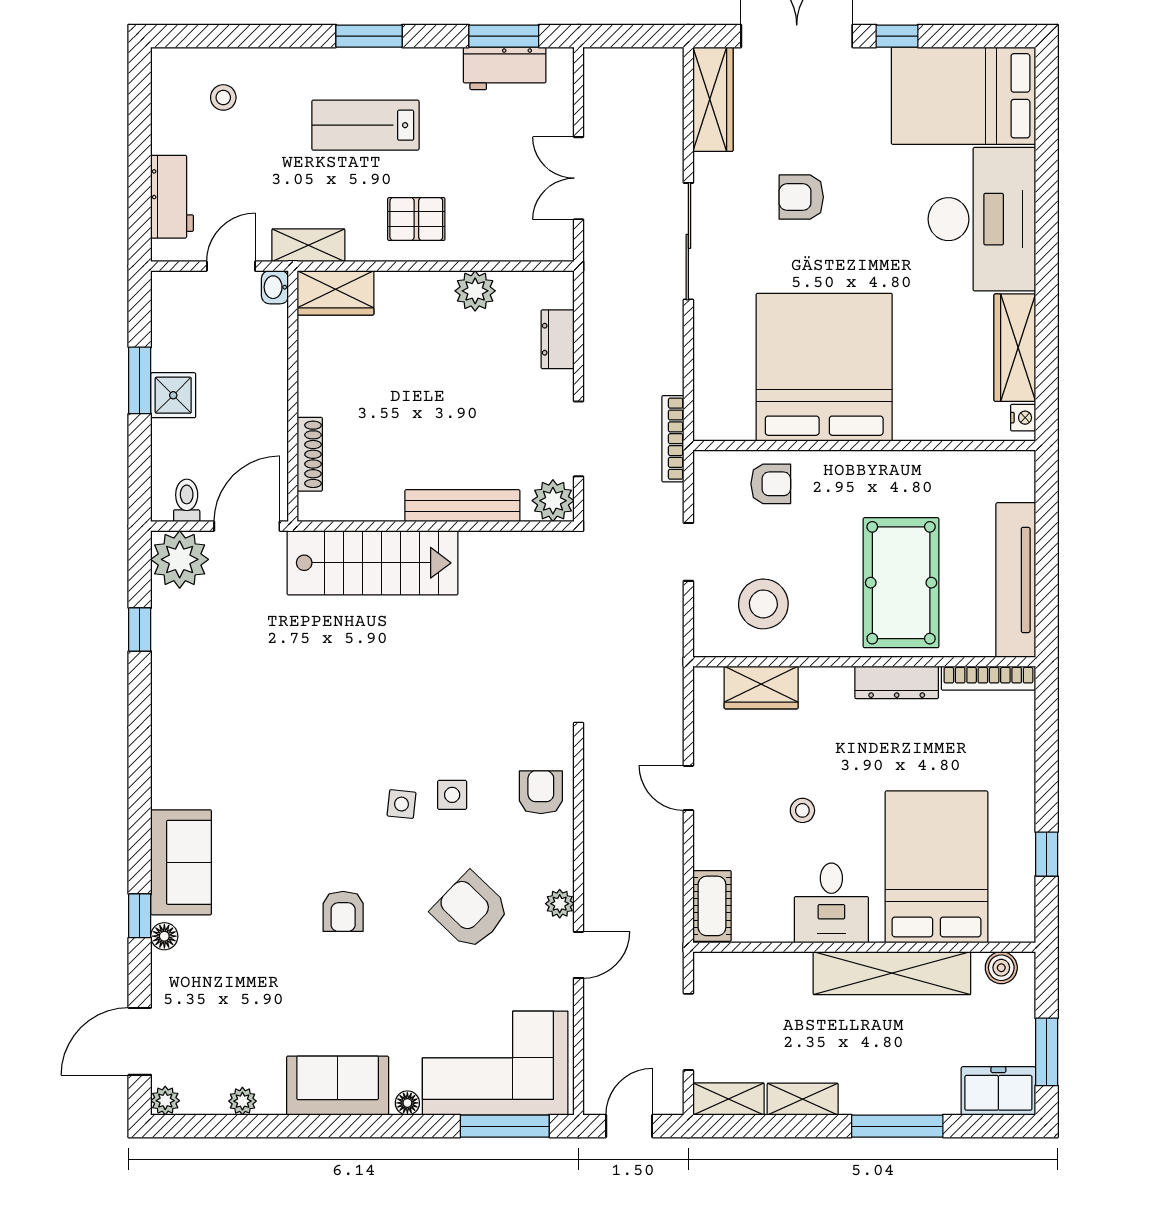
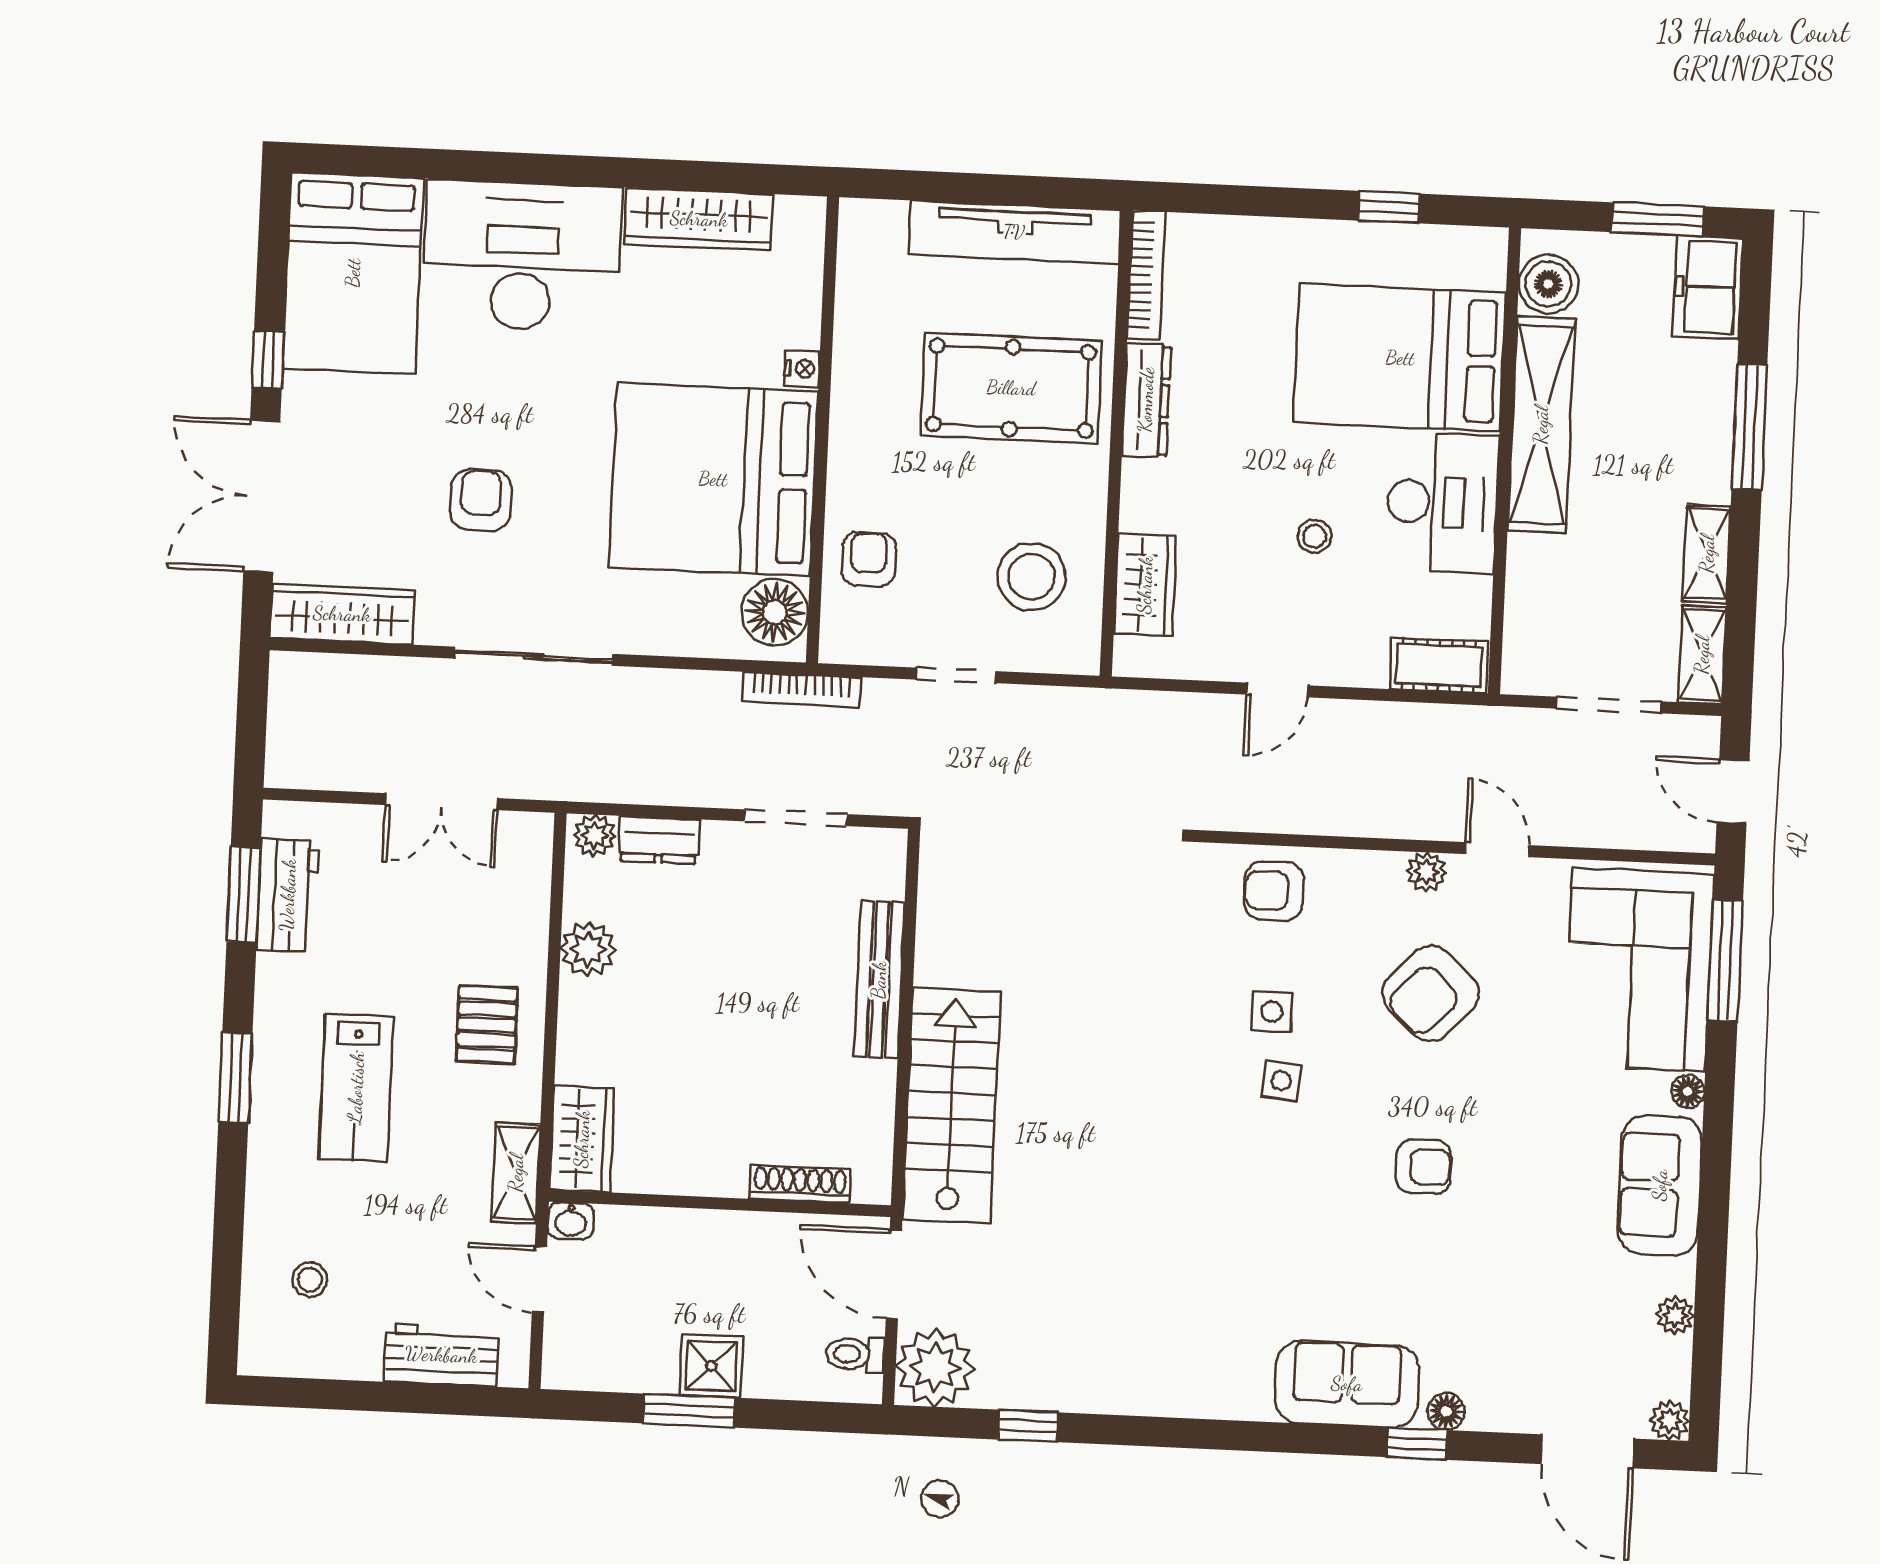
armchair: (801, 197) -> (481, 500), turned 180
floor lamp: (729, 417) -> (775, 612), added
nightstand: (1023, 418) -> (802, 369), moved, turned 90
plant: (553, 501) -> (594, 835), moved, width x0.73, depth x0.73
desk: (831, 903) -> (1442, 503), width x1.37
boiler: (1001, 968) -> (1548, 284), width x1.36, depth x1.36

